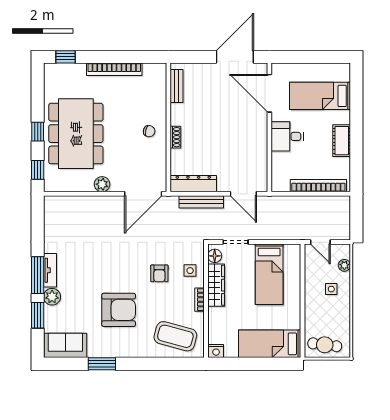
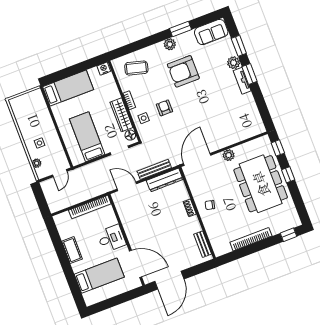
bookcase: (318, 186) -> (90, 207), moved
door: (320, 242) -> (60, 173), swing flipped
window: (38, 275) -> (250, 74), width x0.69
coffee table: (175, 336) -> (136, 68), width x0.73, depth x0.76
cafe table: (325, 345) -> (29, 102), removed
plant: (123, 350) -> (170, 44), added

